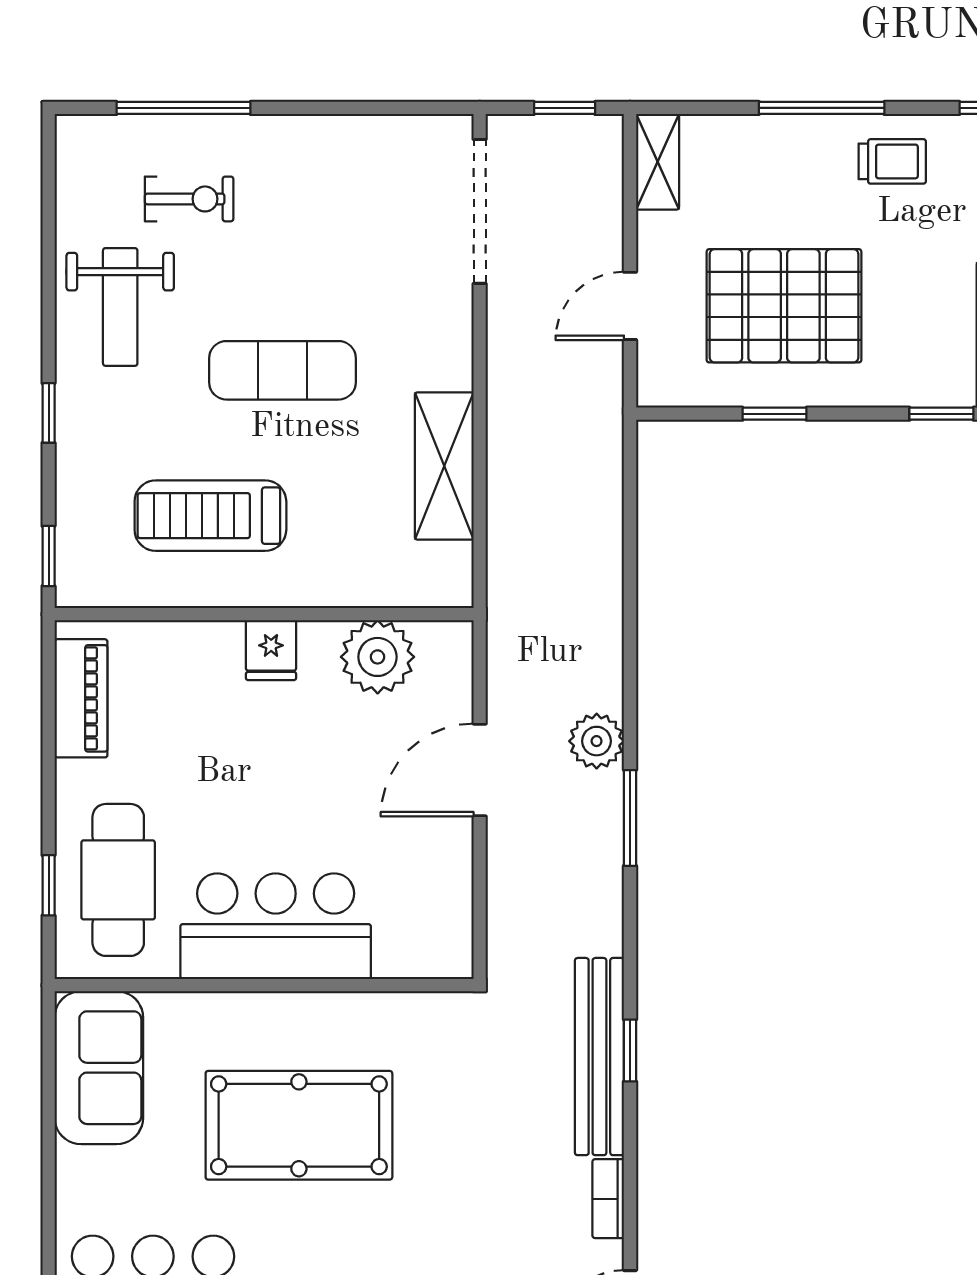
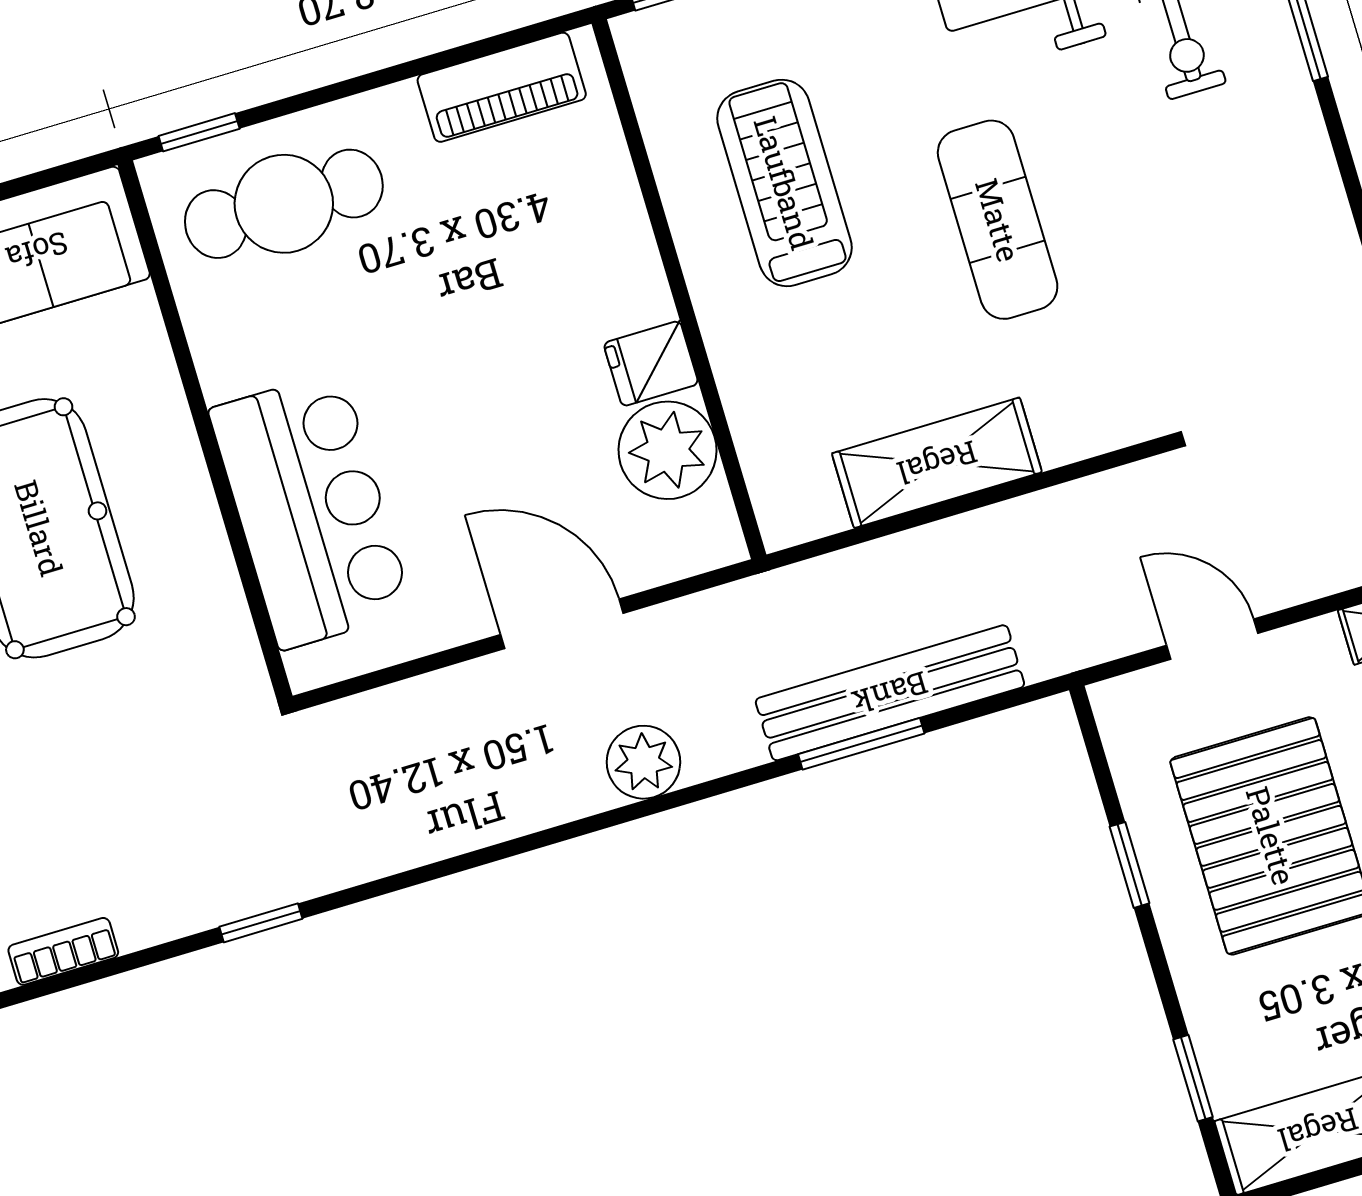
fridge: (271, 650) -> (651, 364), moved
window: (630, 818) -> (861, 744), moved
window: (49, 885) -> (199, 132), moved
bar counter: (276, 926) -> (311, 510), moved
bench: (599, 1057) -> (890, 693), moved

